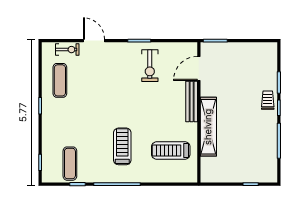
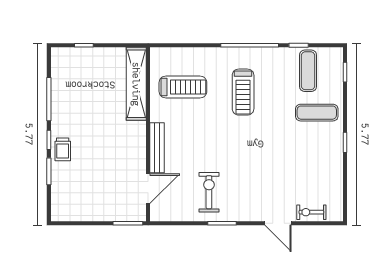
exercise mat: (60, 80) -> (317, 113), moved, turned 90
shelving: (208, 127) -> (136, 84), moved

